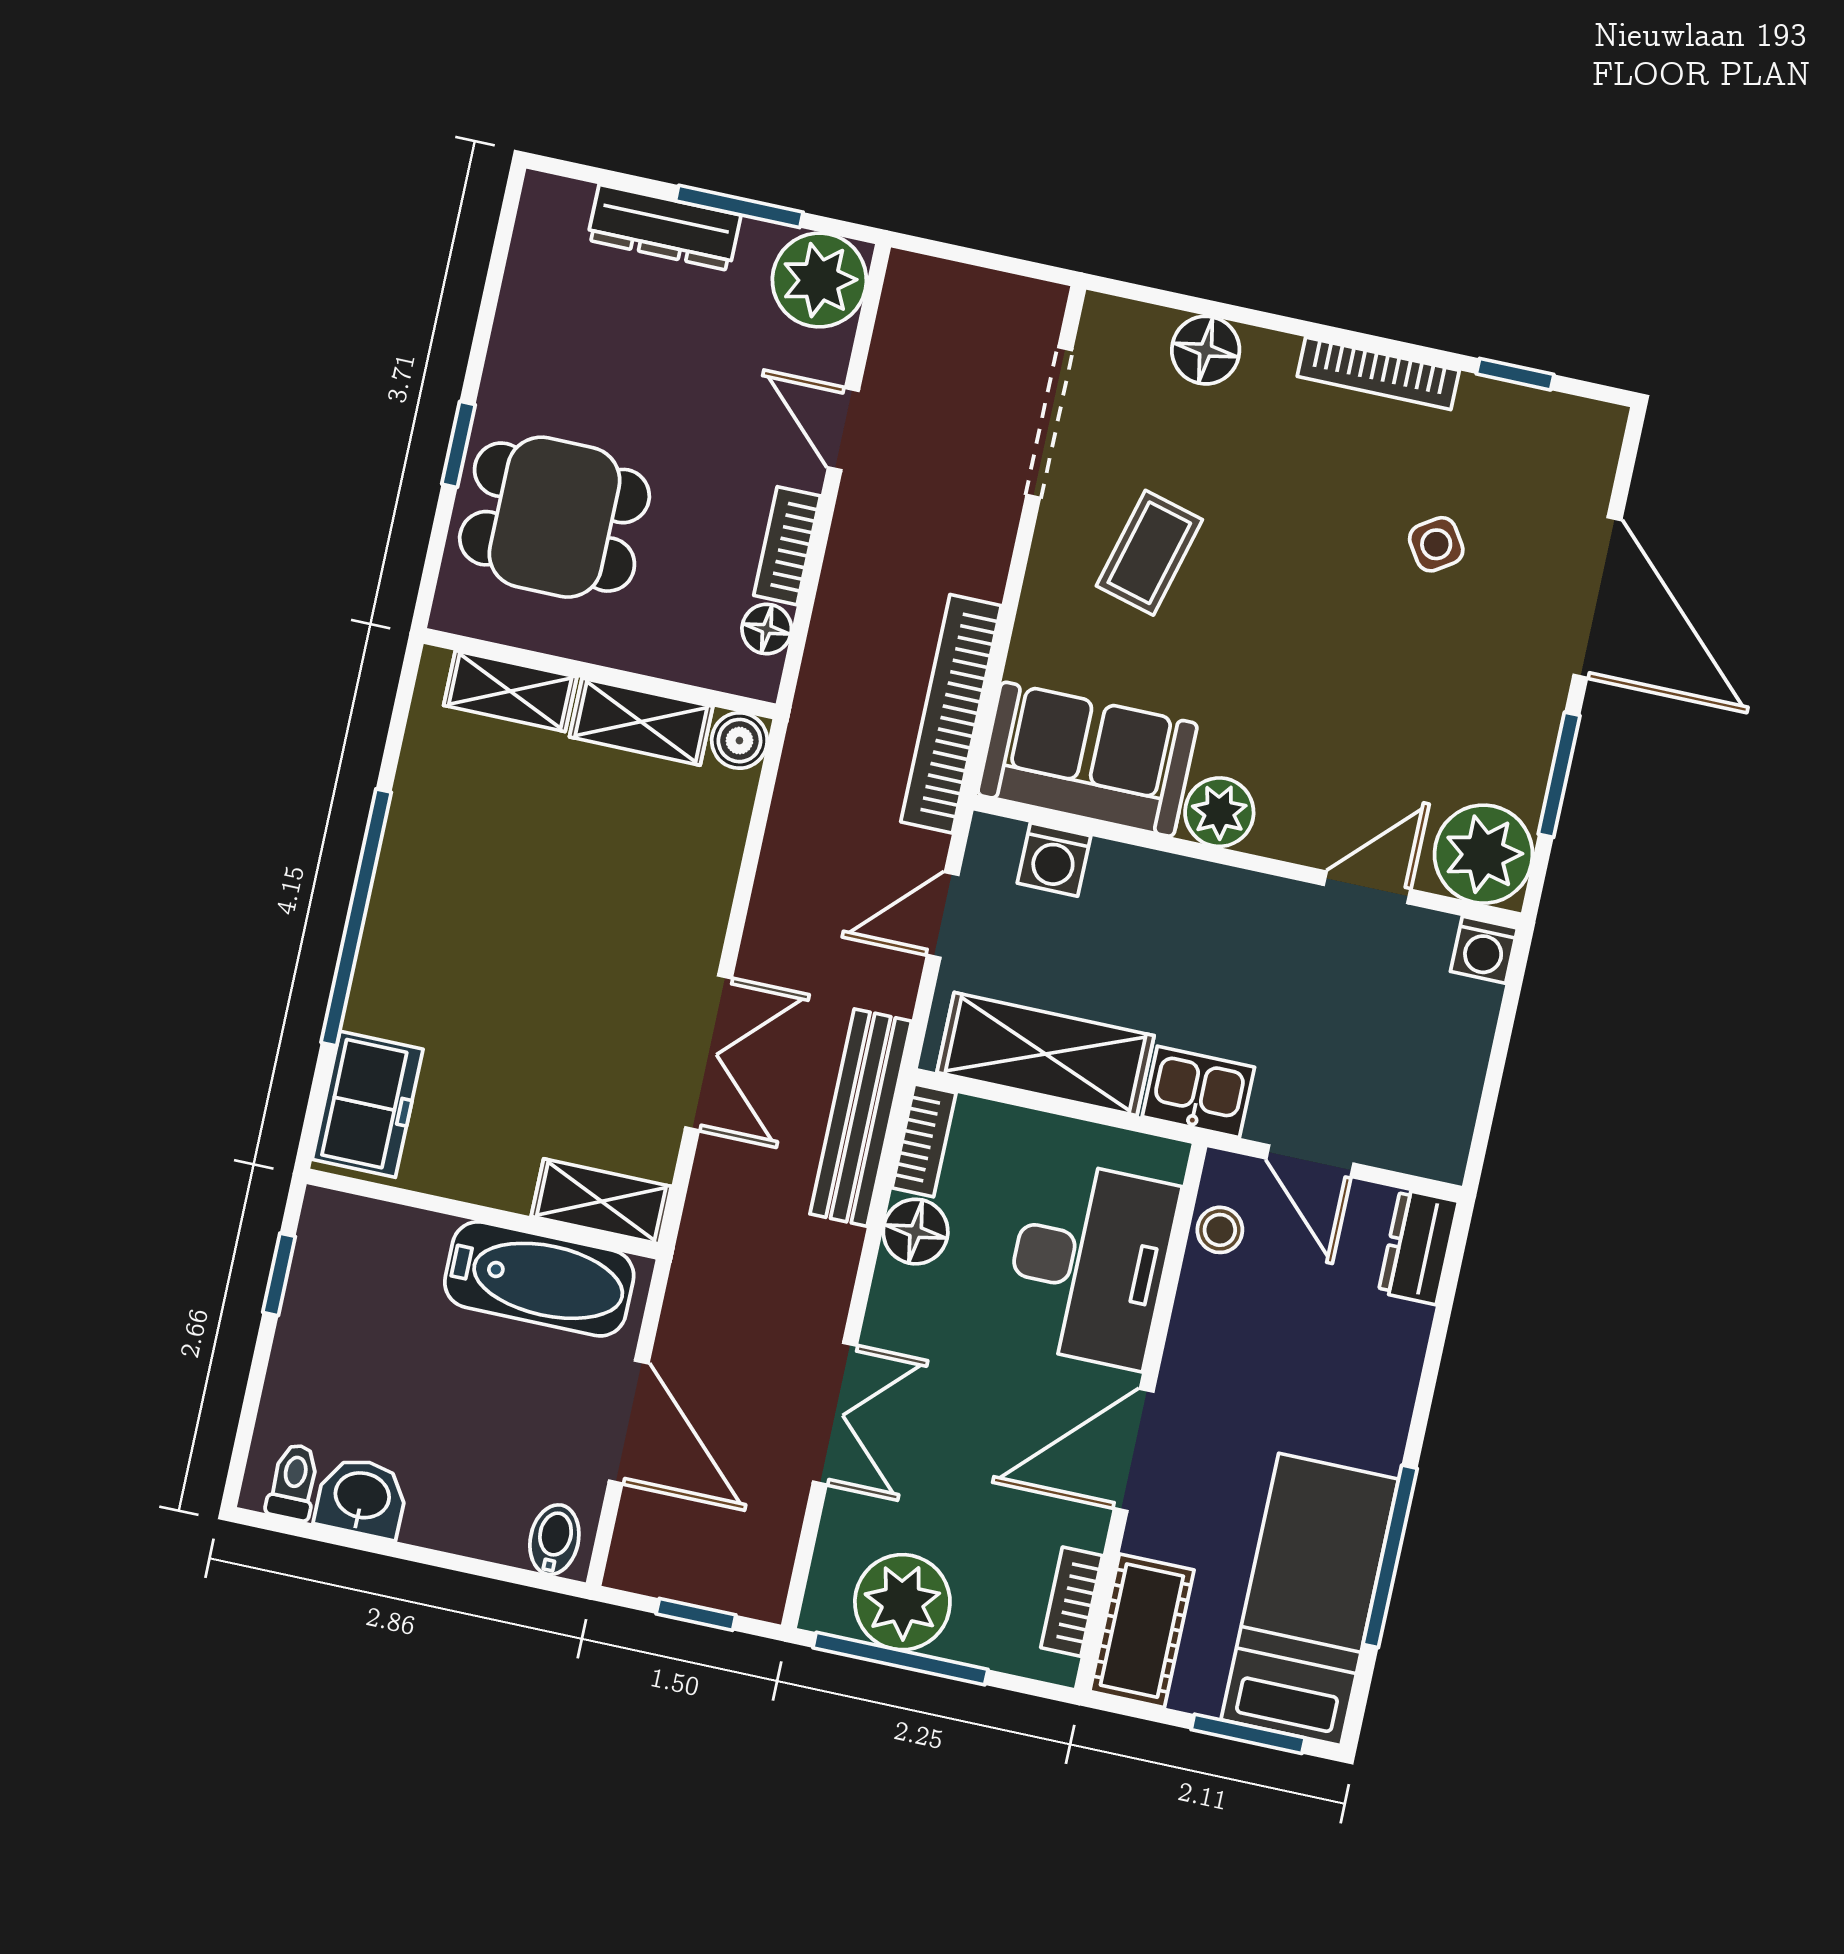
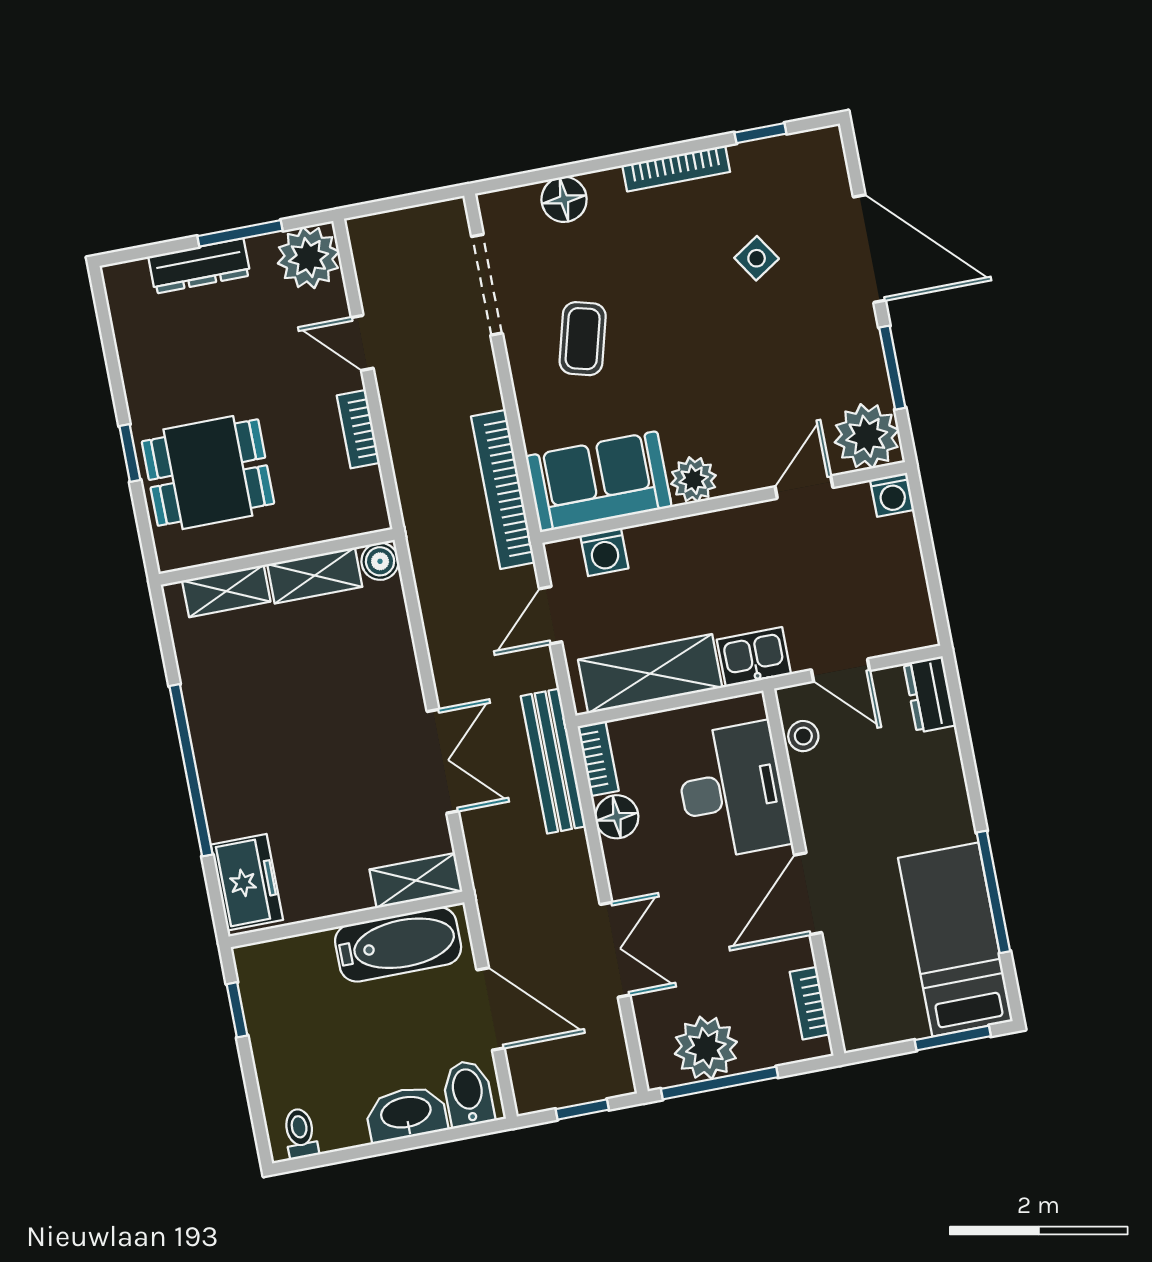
floor lamp: (767, 629) -> (368, 486), removed
washbasin: (362, 1497) -> (406, 1114), moved, width x1.38
bidet: (554, 1540) -> (468, 1093), width x1.38, depth x1.36
cot: (1142, 1631) -> (860, 1003), removed

